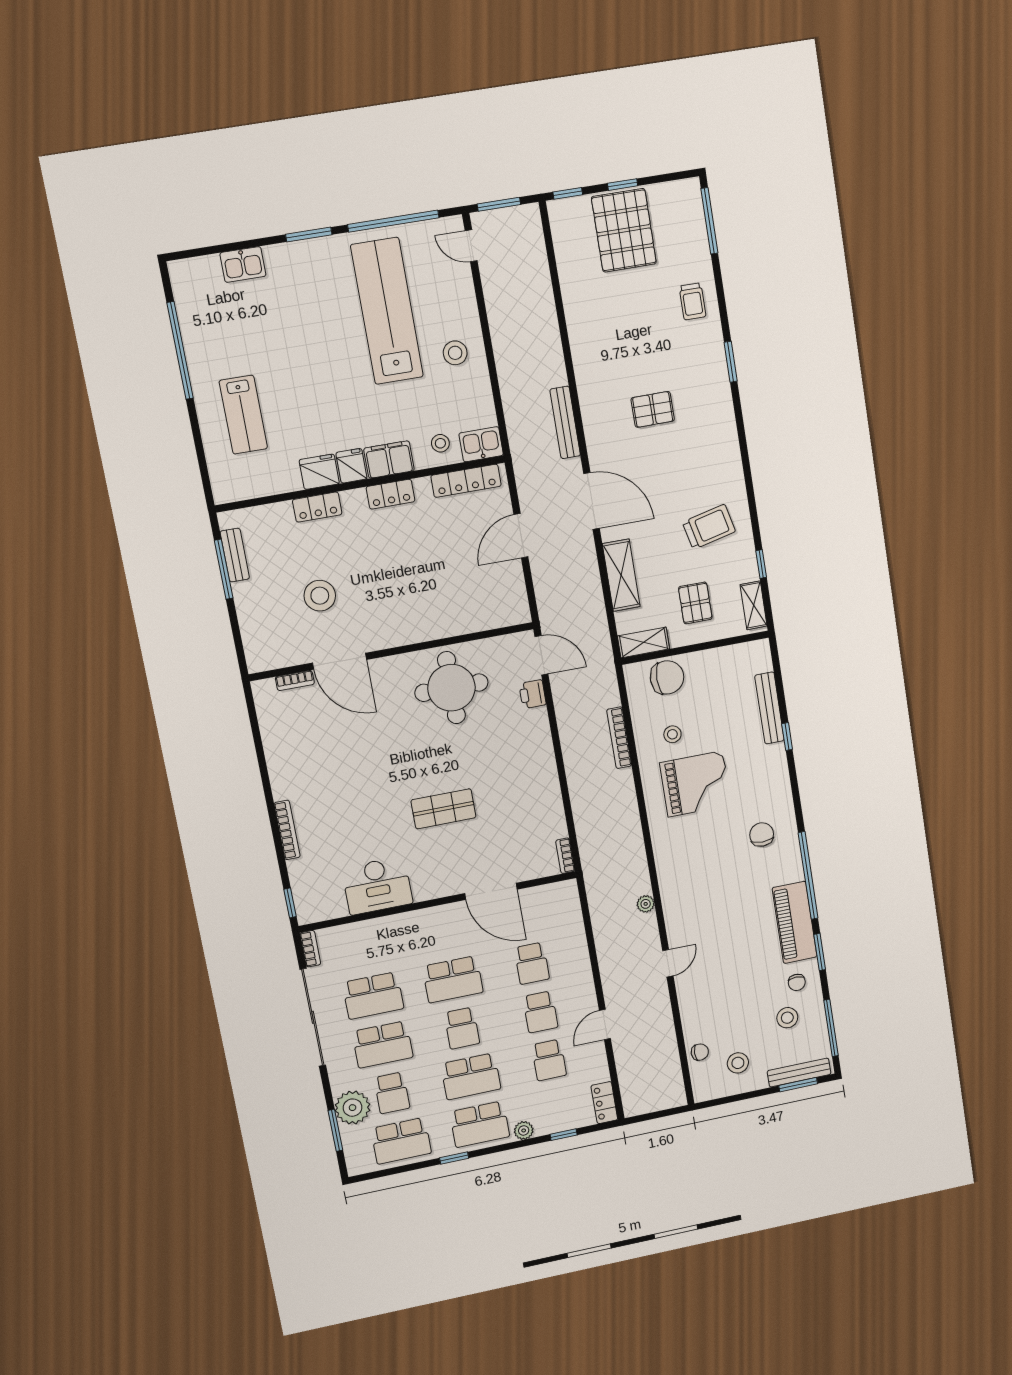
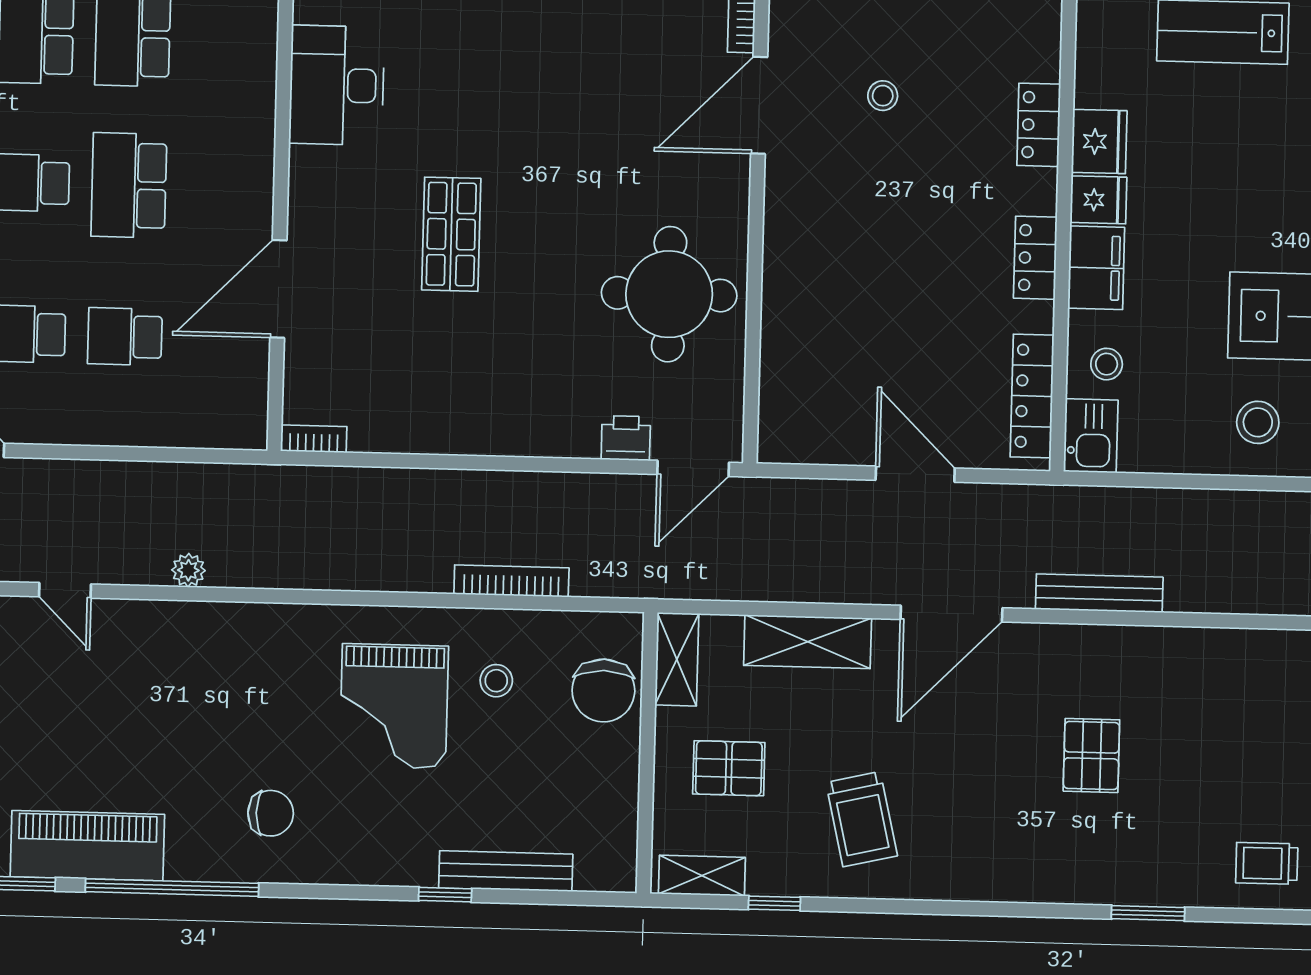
stool: (320, 596) -> (883, 96), width x0.53, depth x0.53

